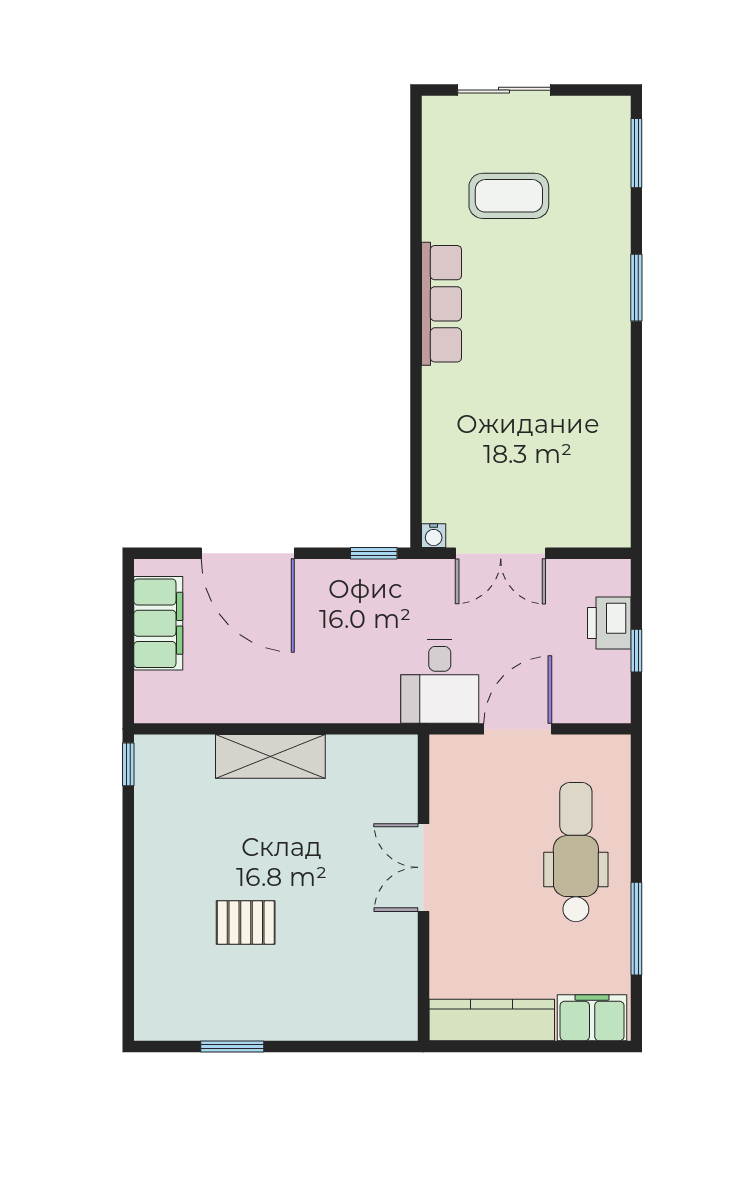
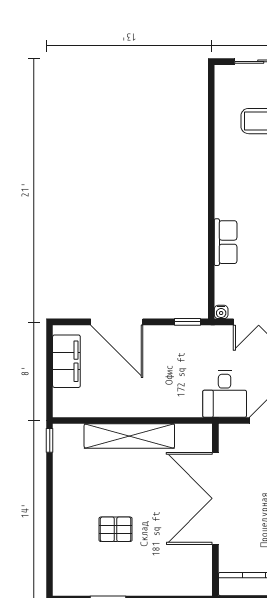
row of seats: (442, 304) -> (226, 242), moved, width x0.68
shelving: (270, 756) -> (129, 436), width x1.47
double door: (423, 867) -> (215, 498), width x1.87

